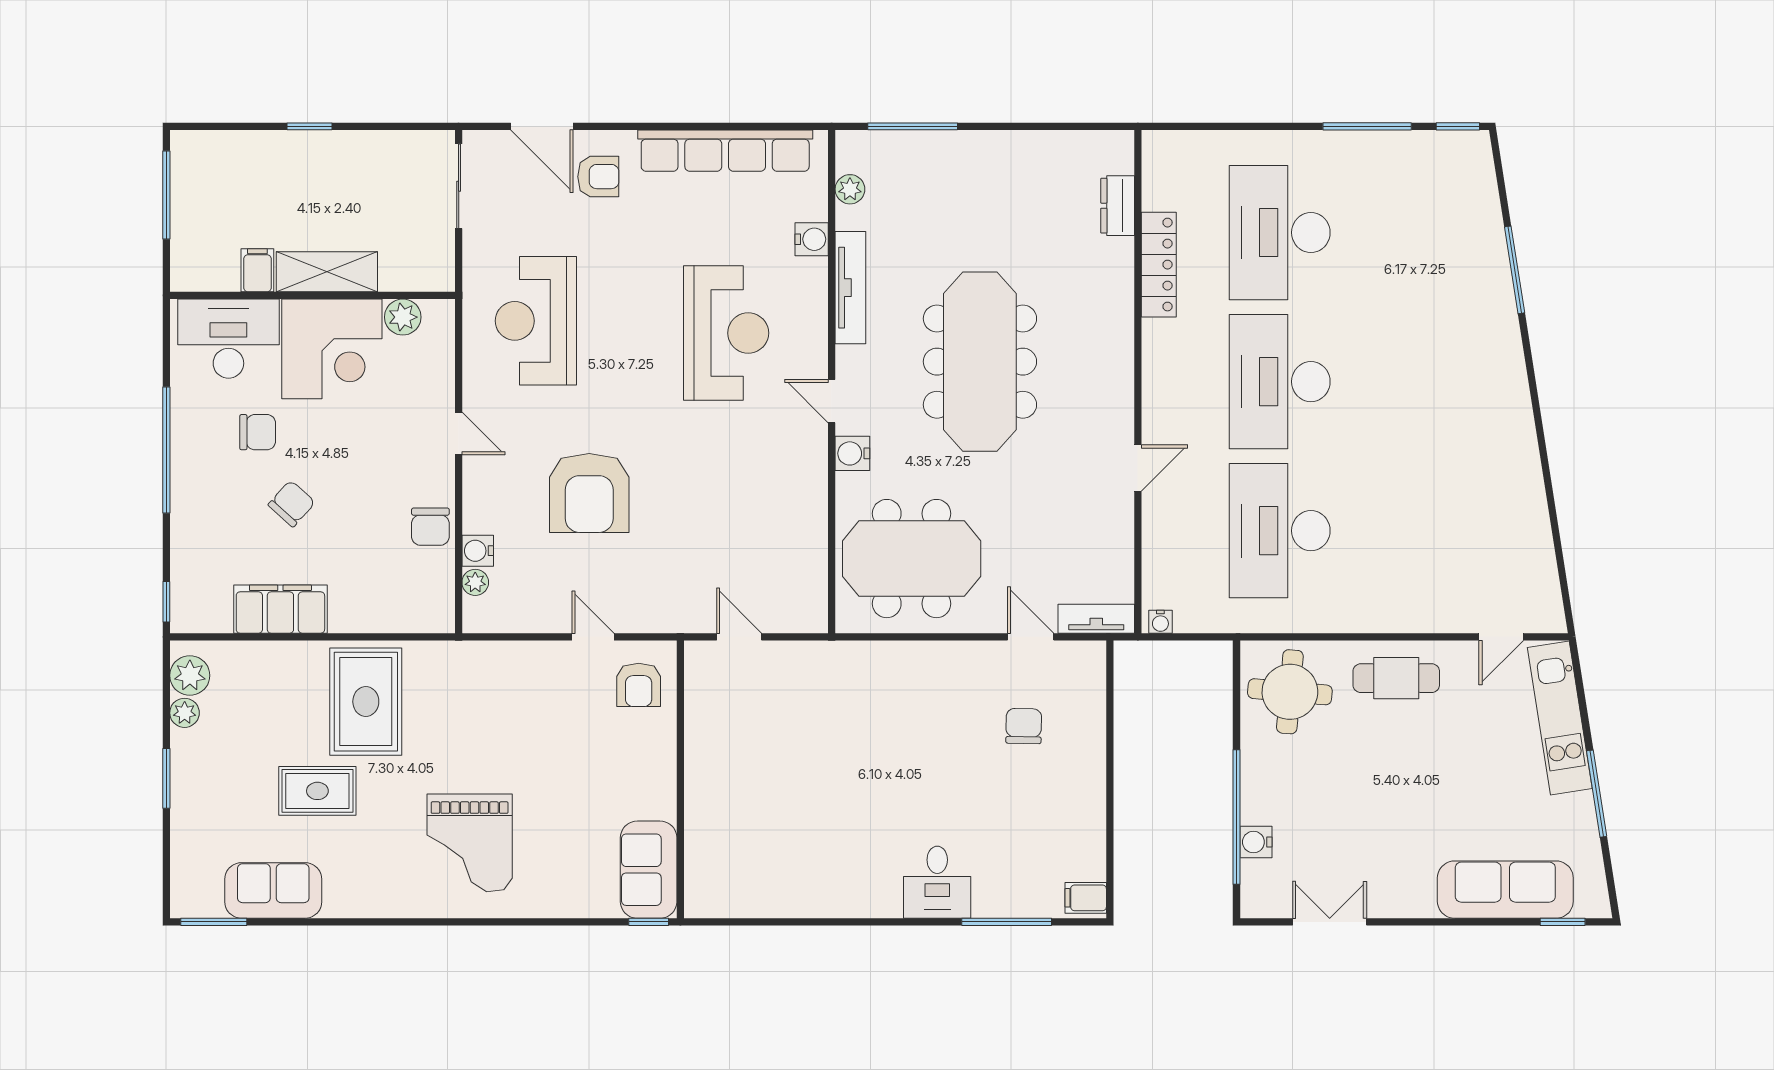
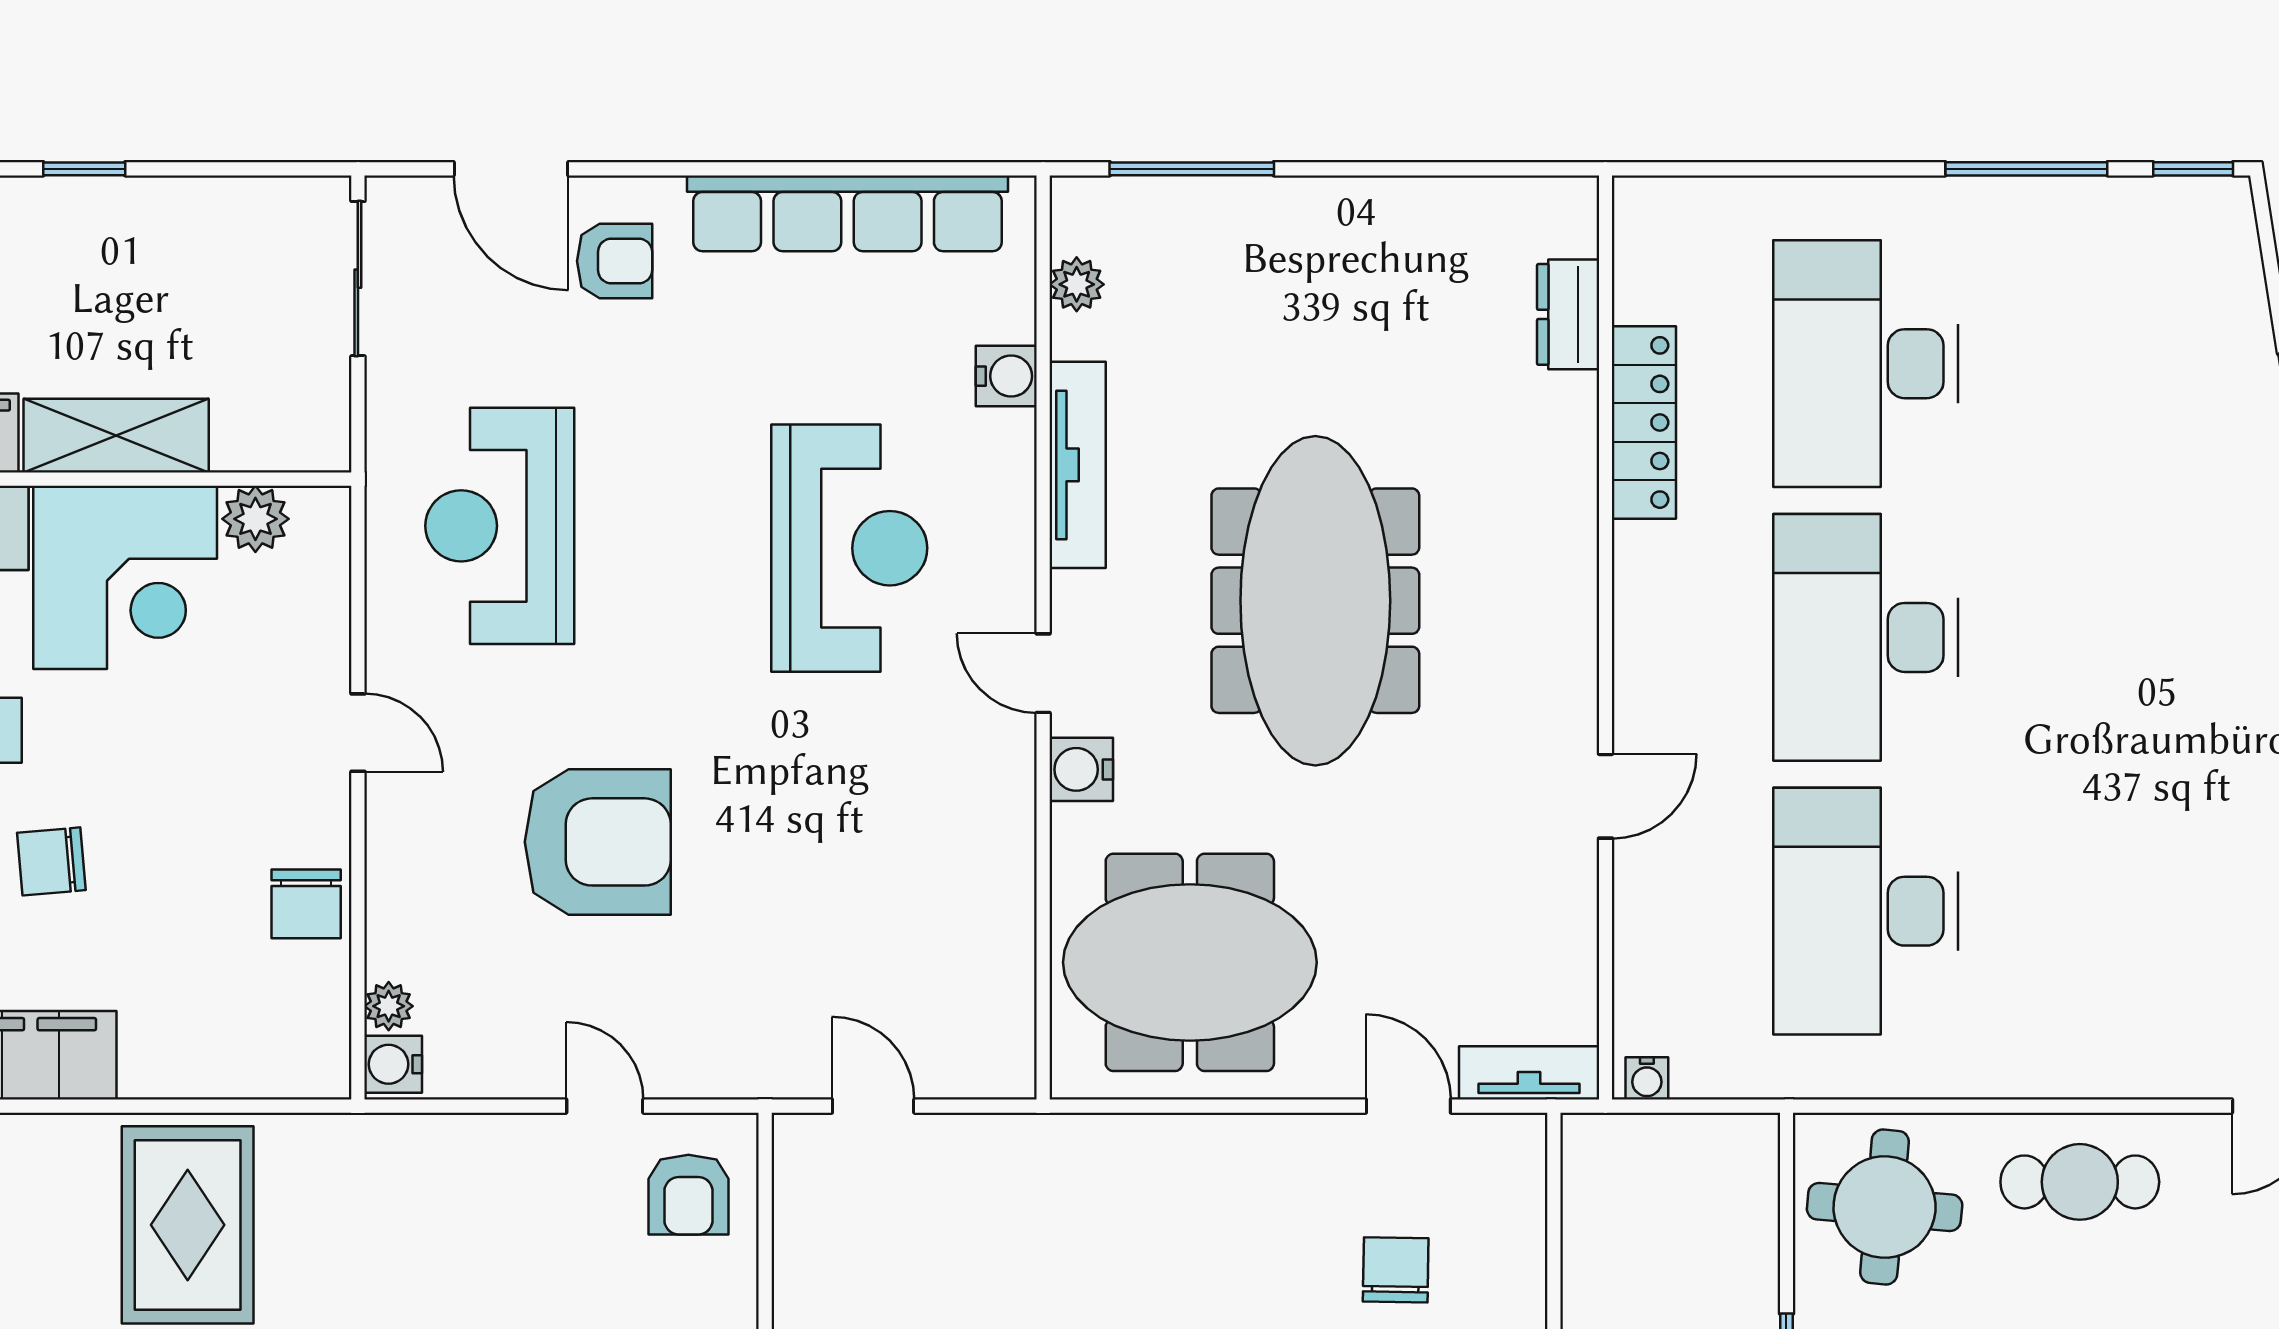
armchair: (589, 493) -> (598, 842), turned -90
chair: (292, 504) -> (51, 861), turned -137
water cooler: (478, 551) -> (393, 1064), moved

